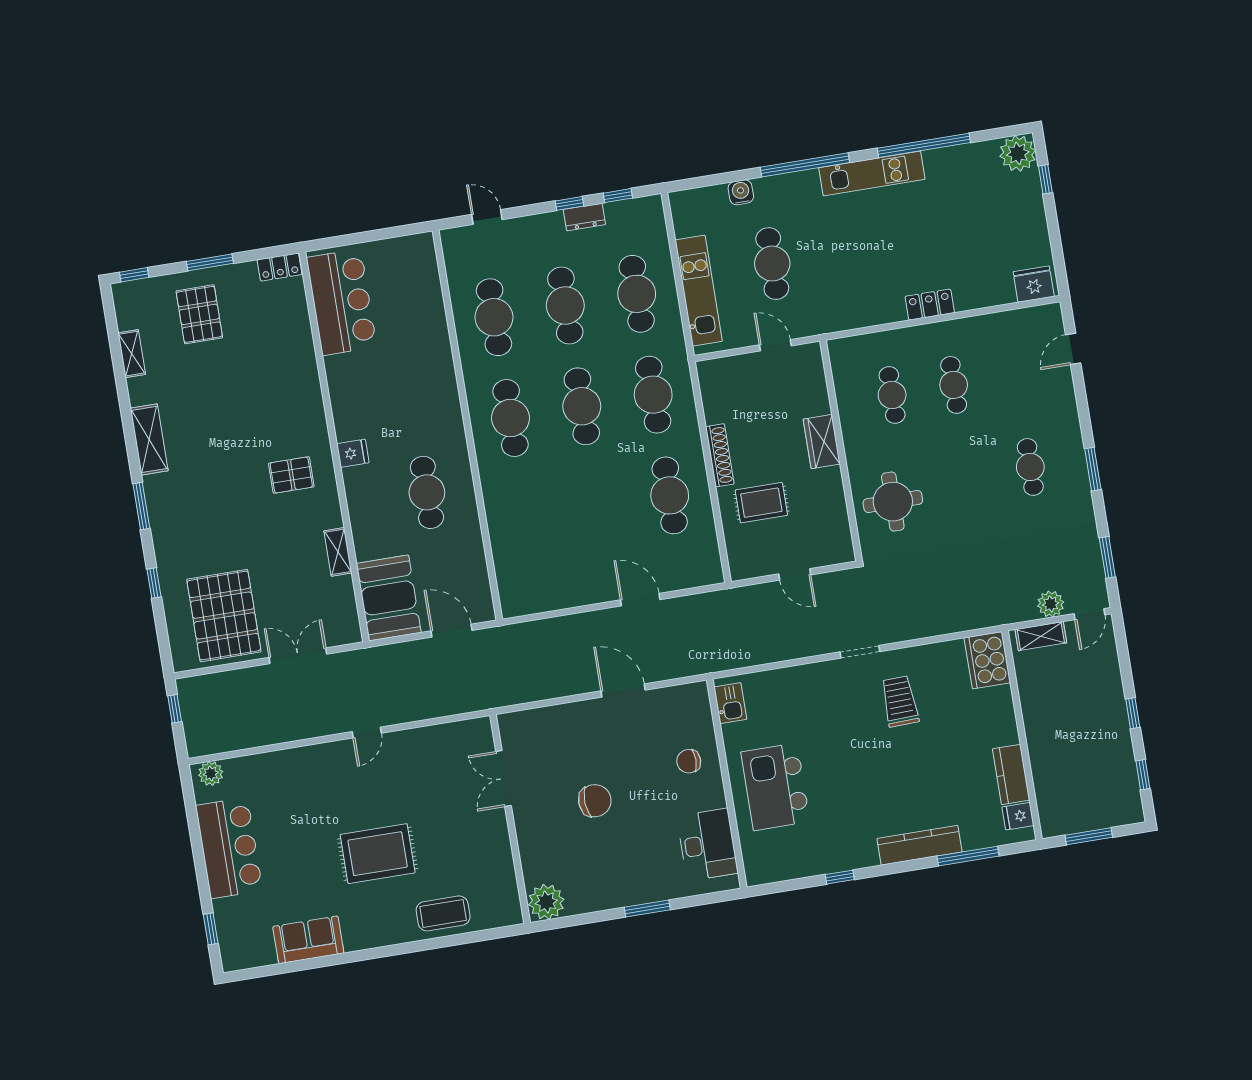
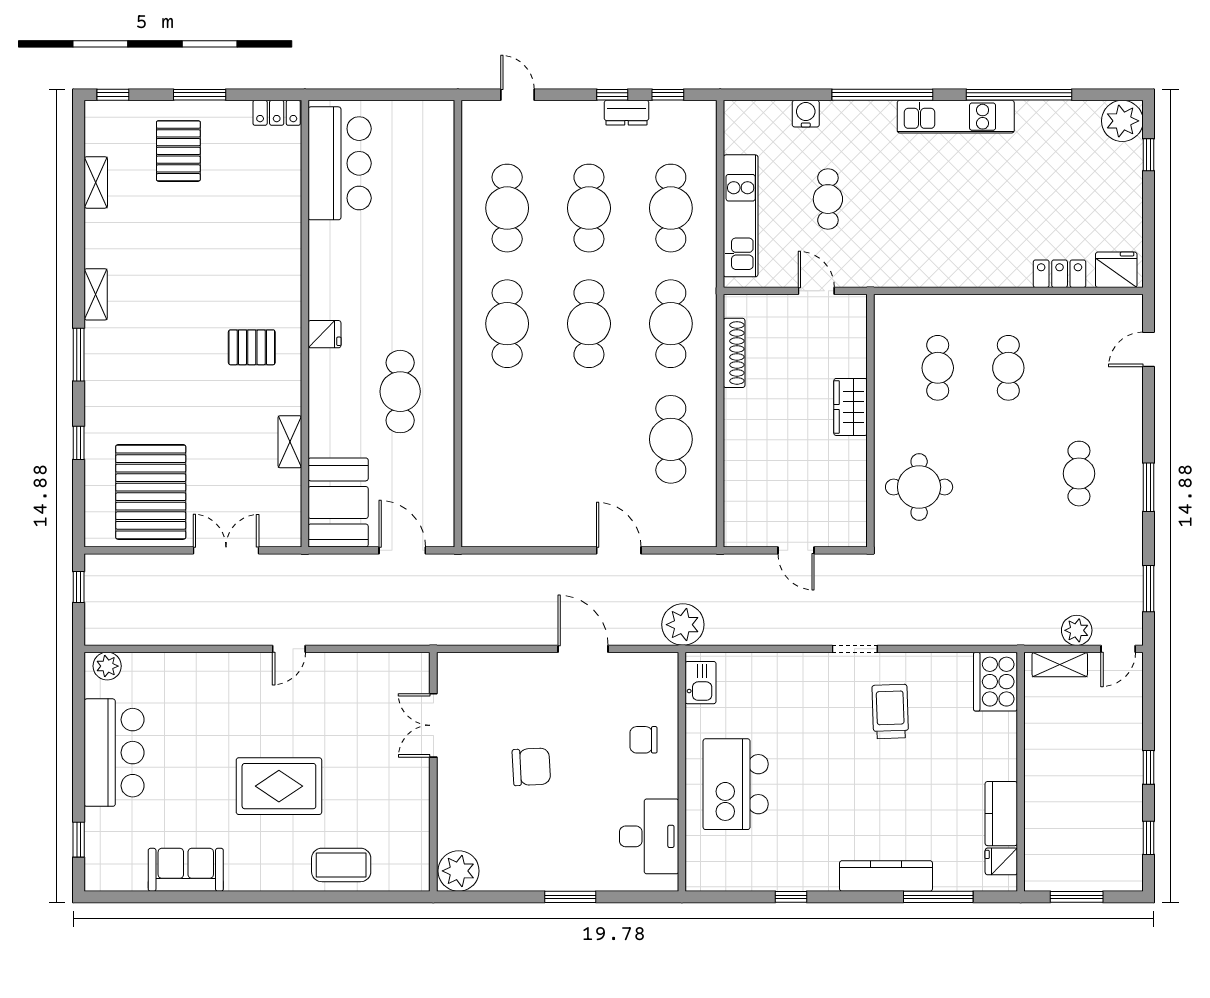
cafe table: (772, 264) -> (828, 199), width x0.73, depth x0.74
locker: (930, 305) -> (1060, 274), moved
shelving: (149, 439) -> (96, 294), width x0.67, depth x0.75
shoe rack: (720, 455) -> (734, 353), moved
rug: (761, 503) -> (772, 464), removed
plant: (707, 655) -> (683, 625), added

